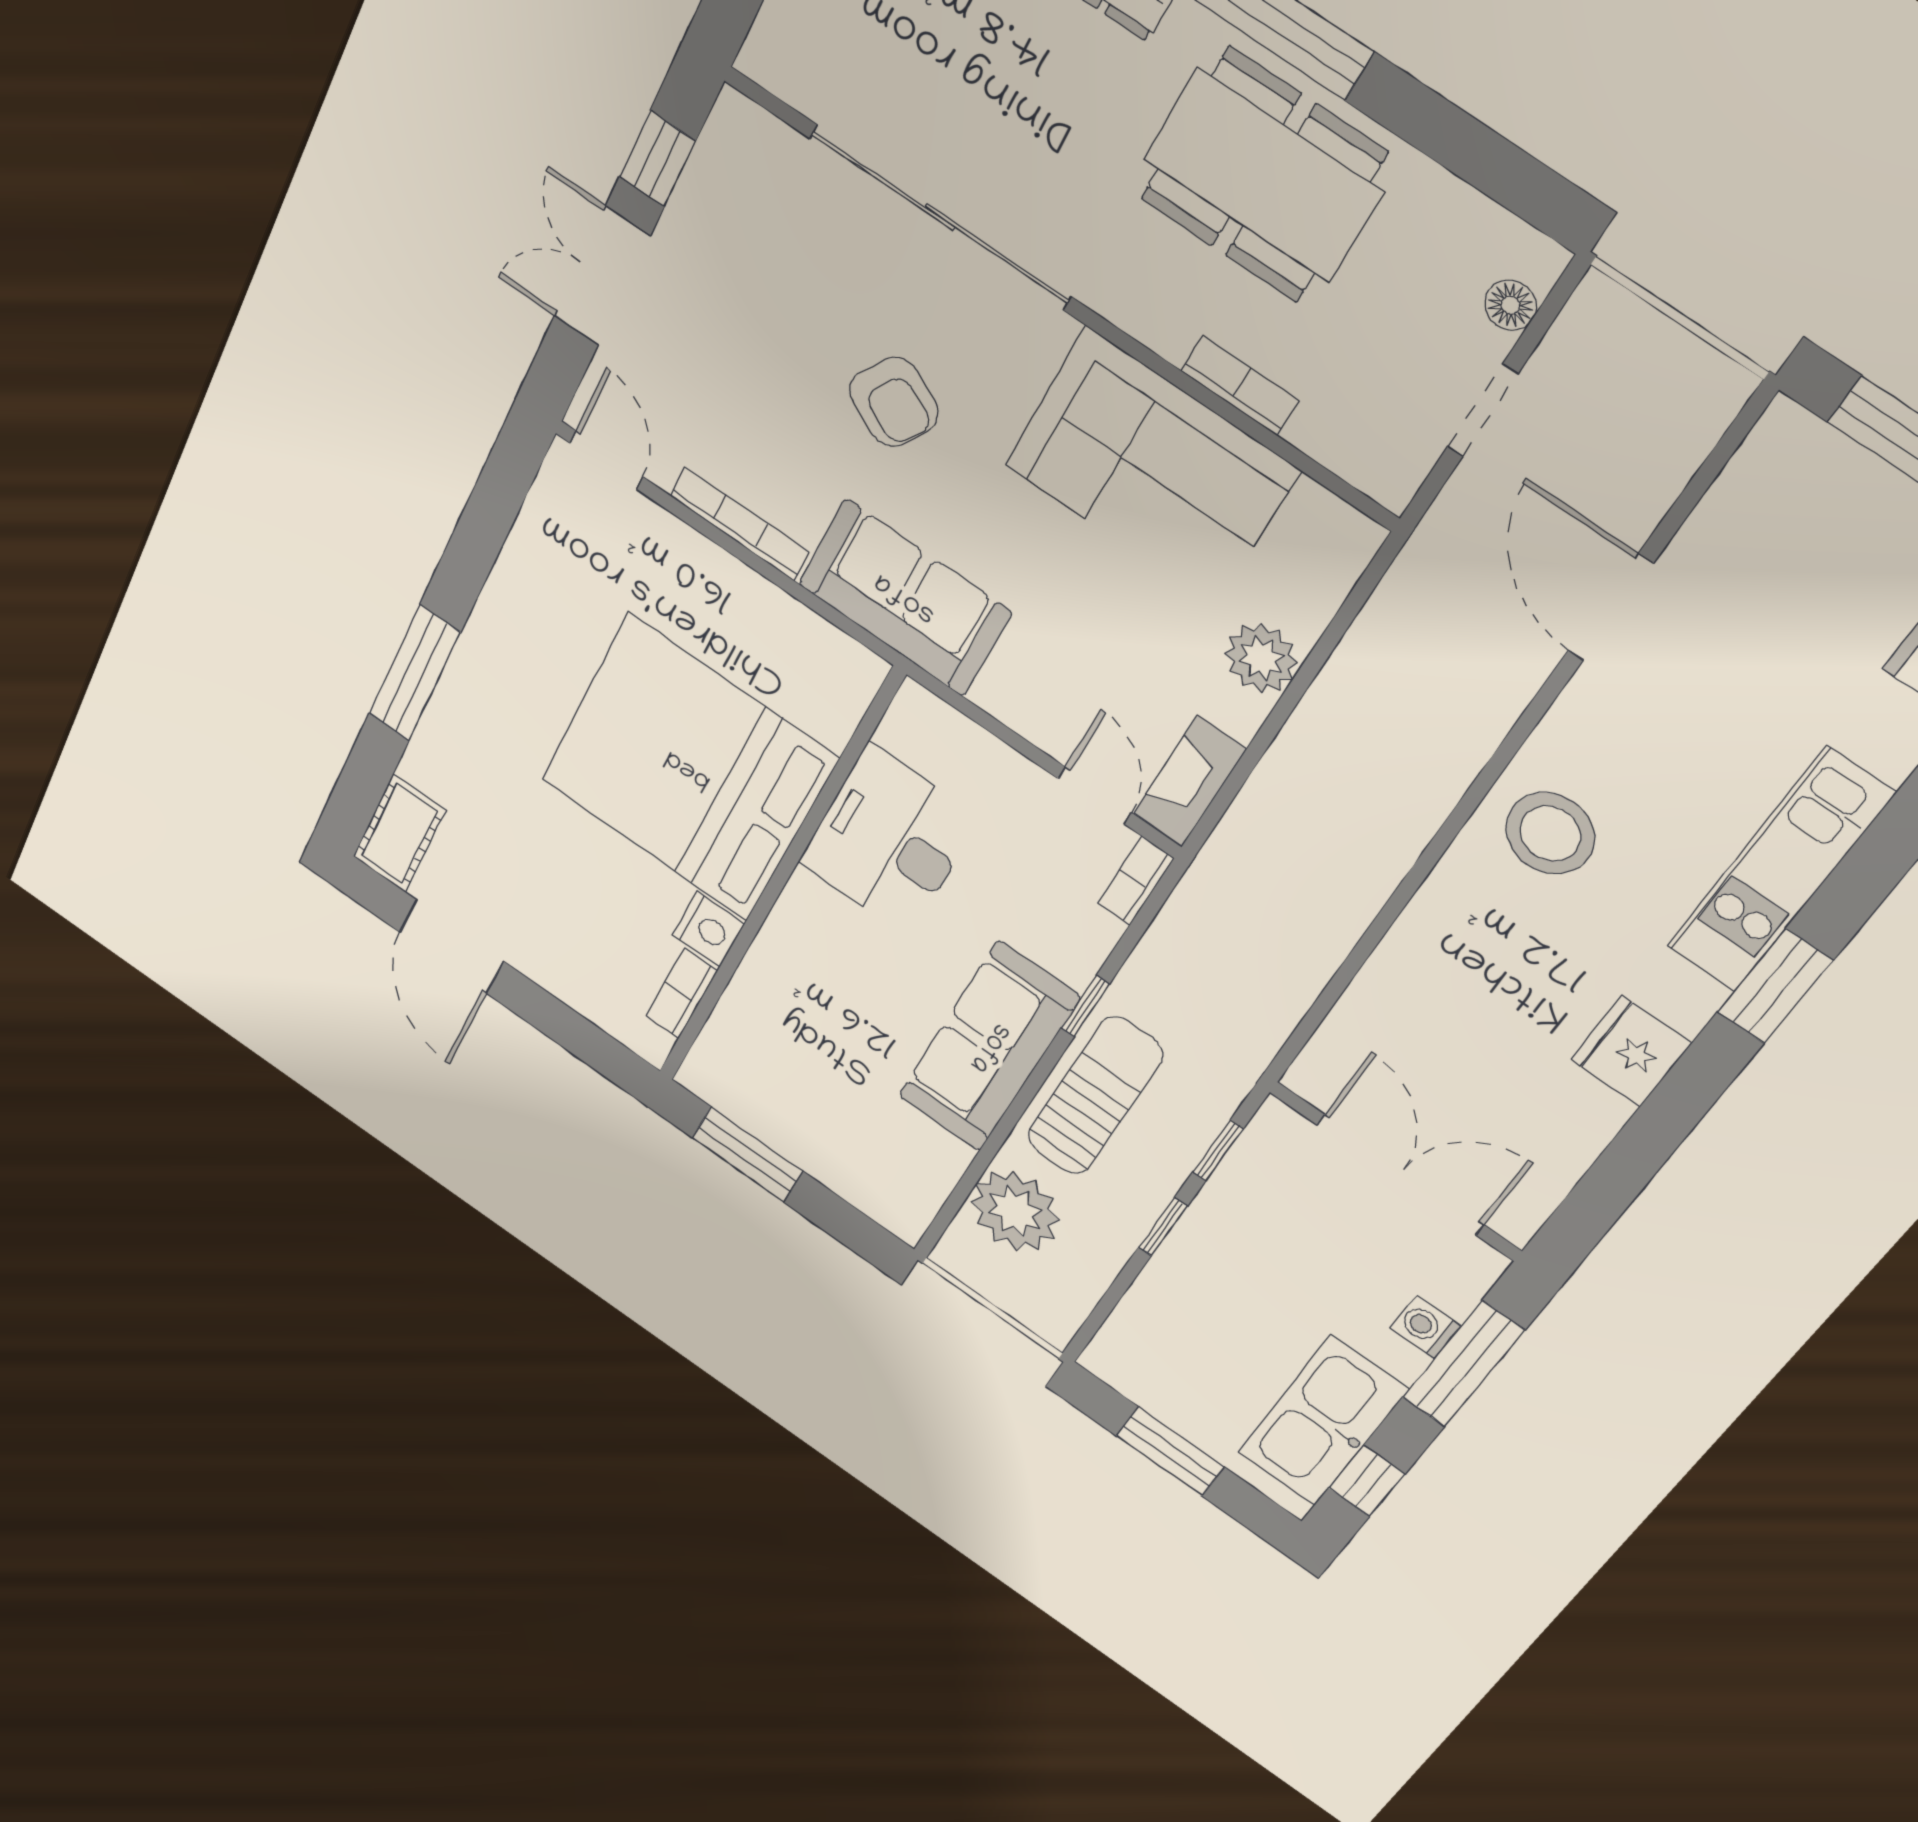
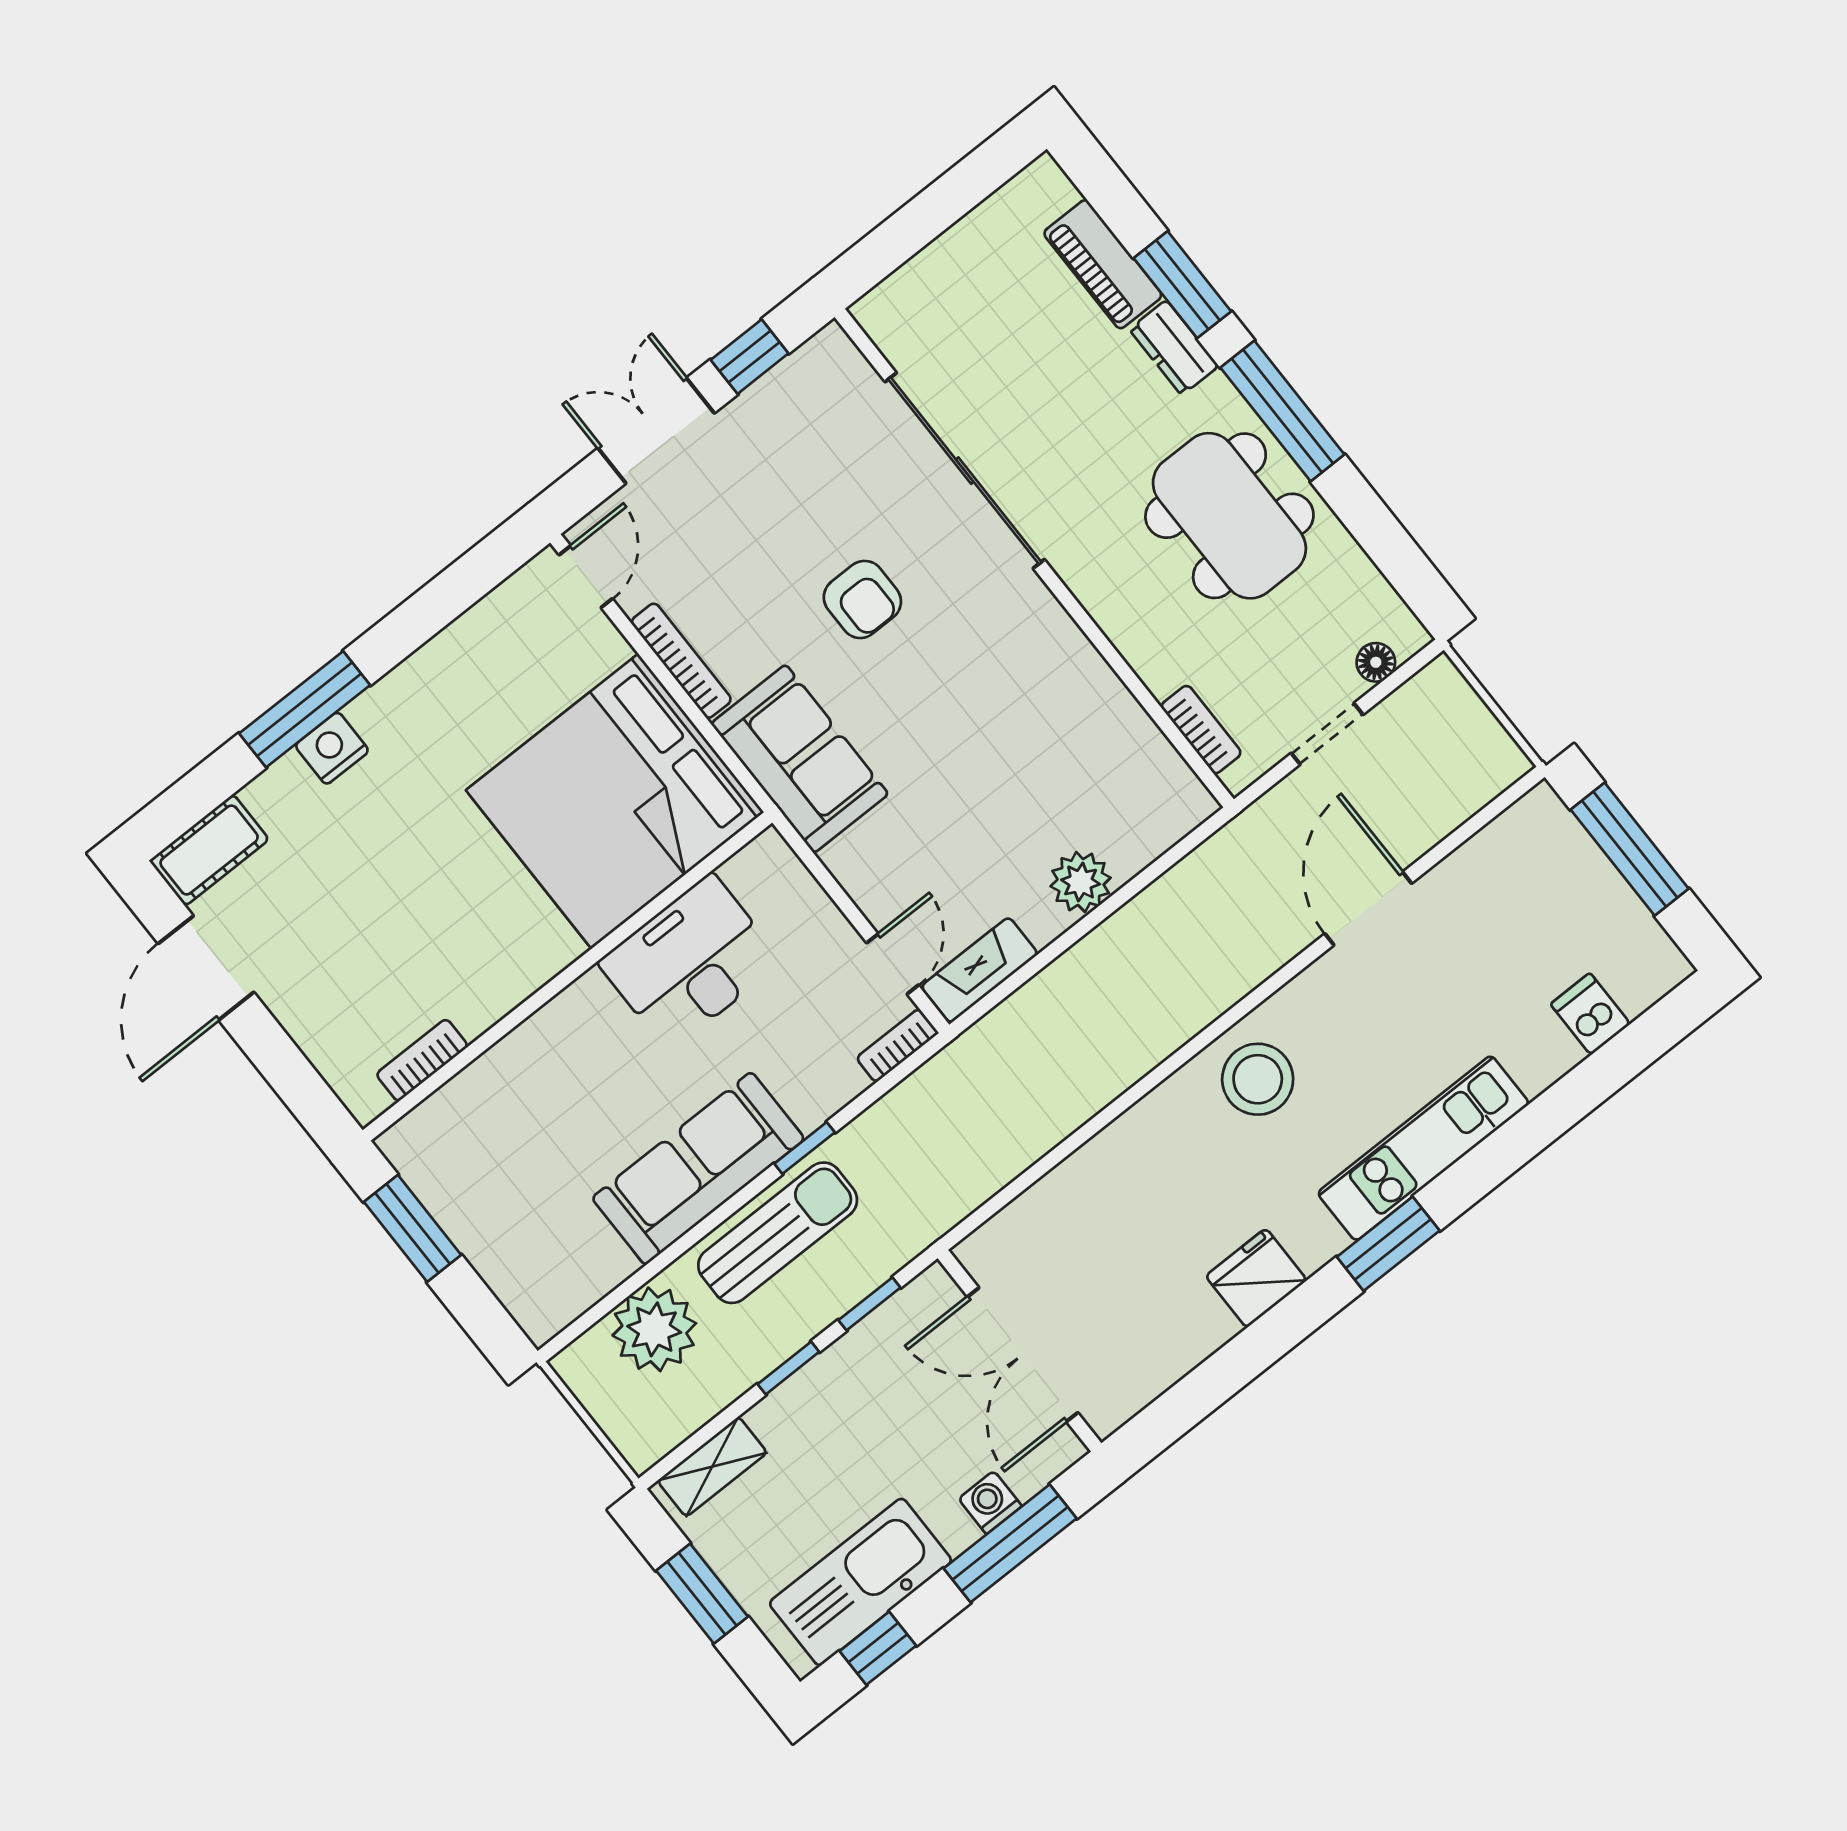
bookcase: (1240, 386) -> (1201, 730), moved
armchair: (894, 402) -> (862, 599), turned -30
corner sofa: (1151, 468) -> (1053, 708), removed
bed: (688, 769) -> (615, 801), moved, turned -90
nightstand: (708, 929) -> (332, 748), moved, turned 180
double door: (1400, 1175) -> (1023, 1355), swing flipped
shelving: (1128, 1332) -> (712, 1467), added

